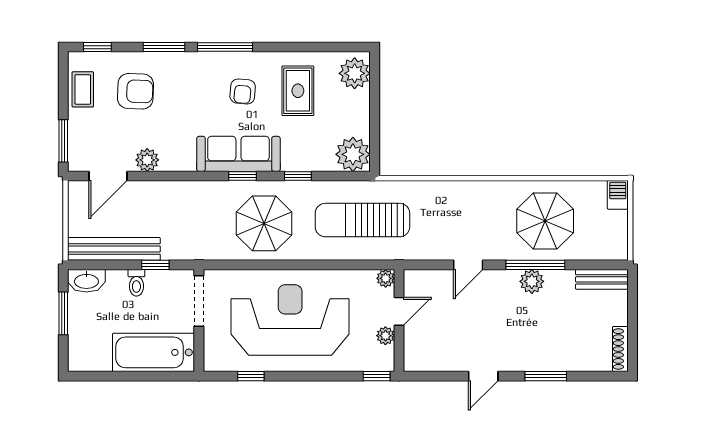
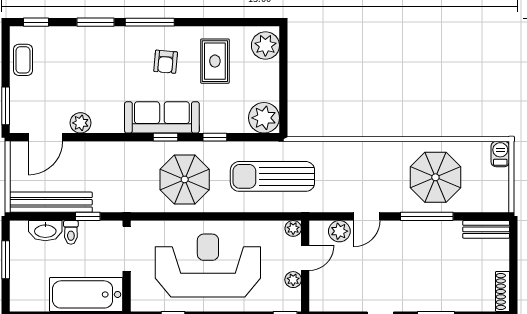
armchair: (135, 91) -> (70, 62), removed
washbasin: (86, 281) -> (45, 231), moved
plant: (532, 281) -> (339, 231), moved

